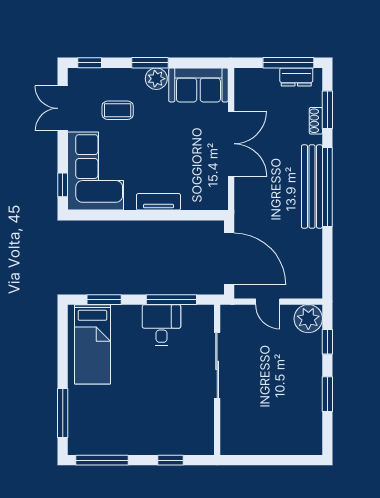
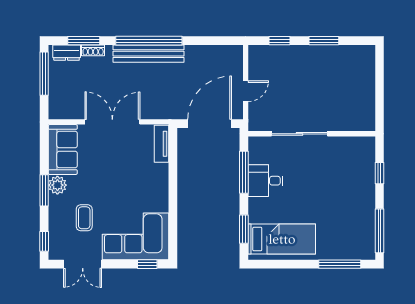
dresser: (296, 77) -> (67, 53), moved, turned 90
tv unit: (158, 202) -> (162, 144), moved
plant: (308, 319) -> (260, 57), removed

